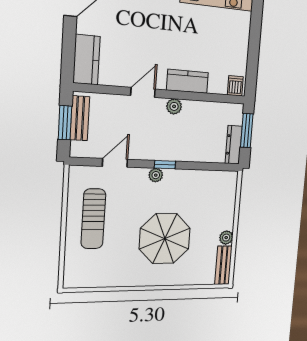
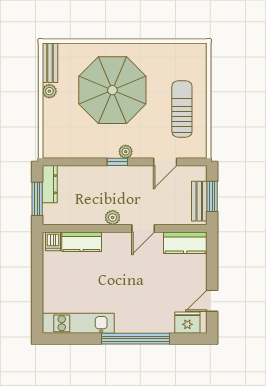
kitchen counter: (87, 60) -> (185, 243), moved, turned -90
kitchen counter: (187, 81) -> (82, 242), moved
parasol: (165, 239) -> (112, 90), width x1.36, depth x1.36

